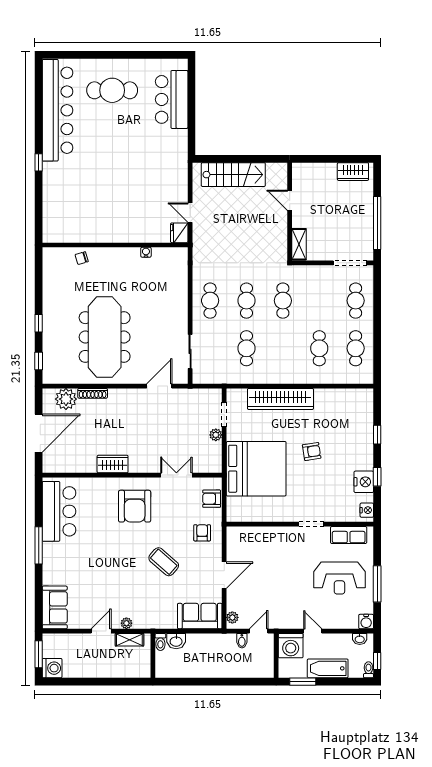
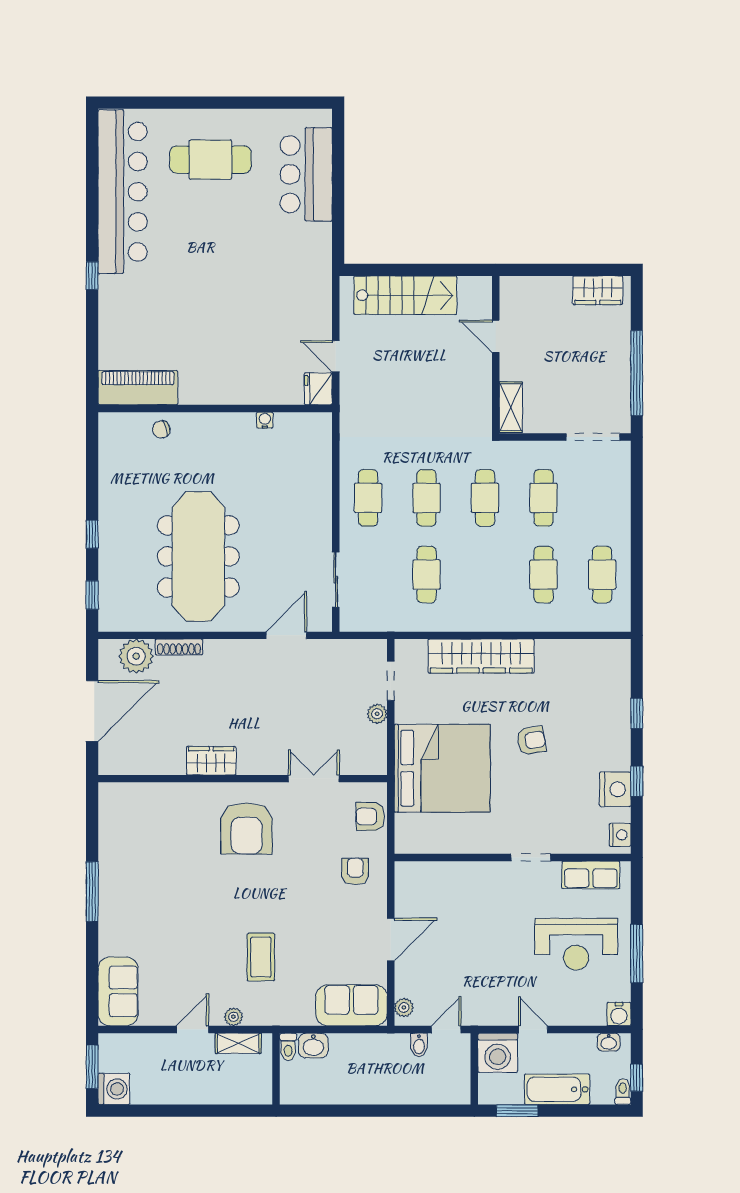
piano: (67, 232) -> (138, 388), added
cafe table: (356, 301) -> (544, 498), moved
bar counter: (59, 511) -> (125, 837), removed
coffee table: (164, 562) -> (261, 957), moved, turned 49

